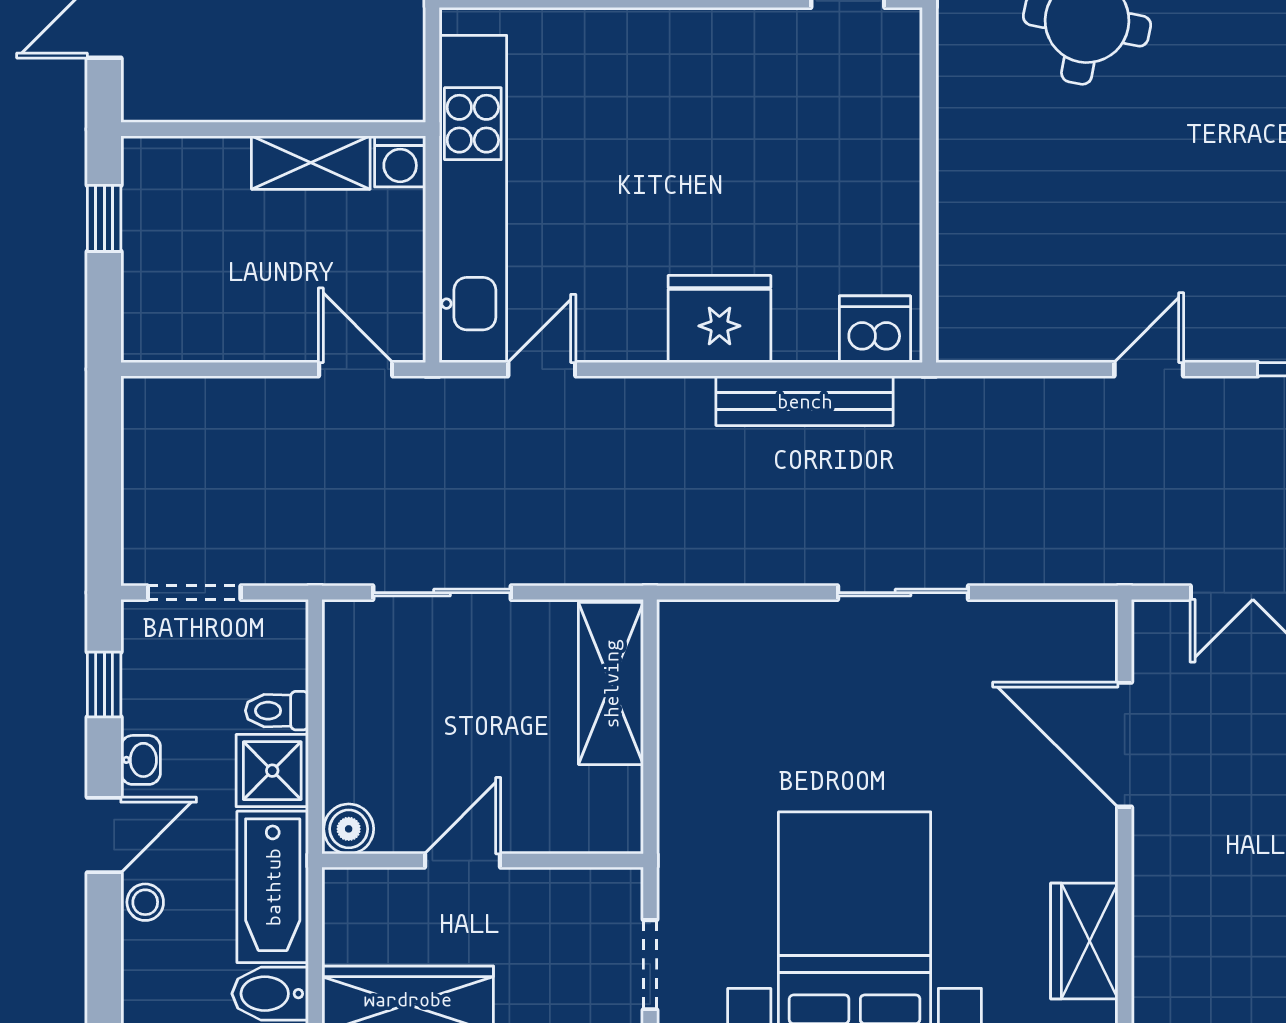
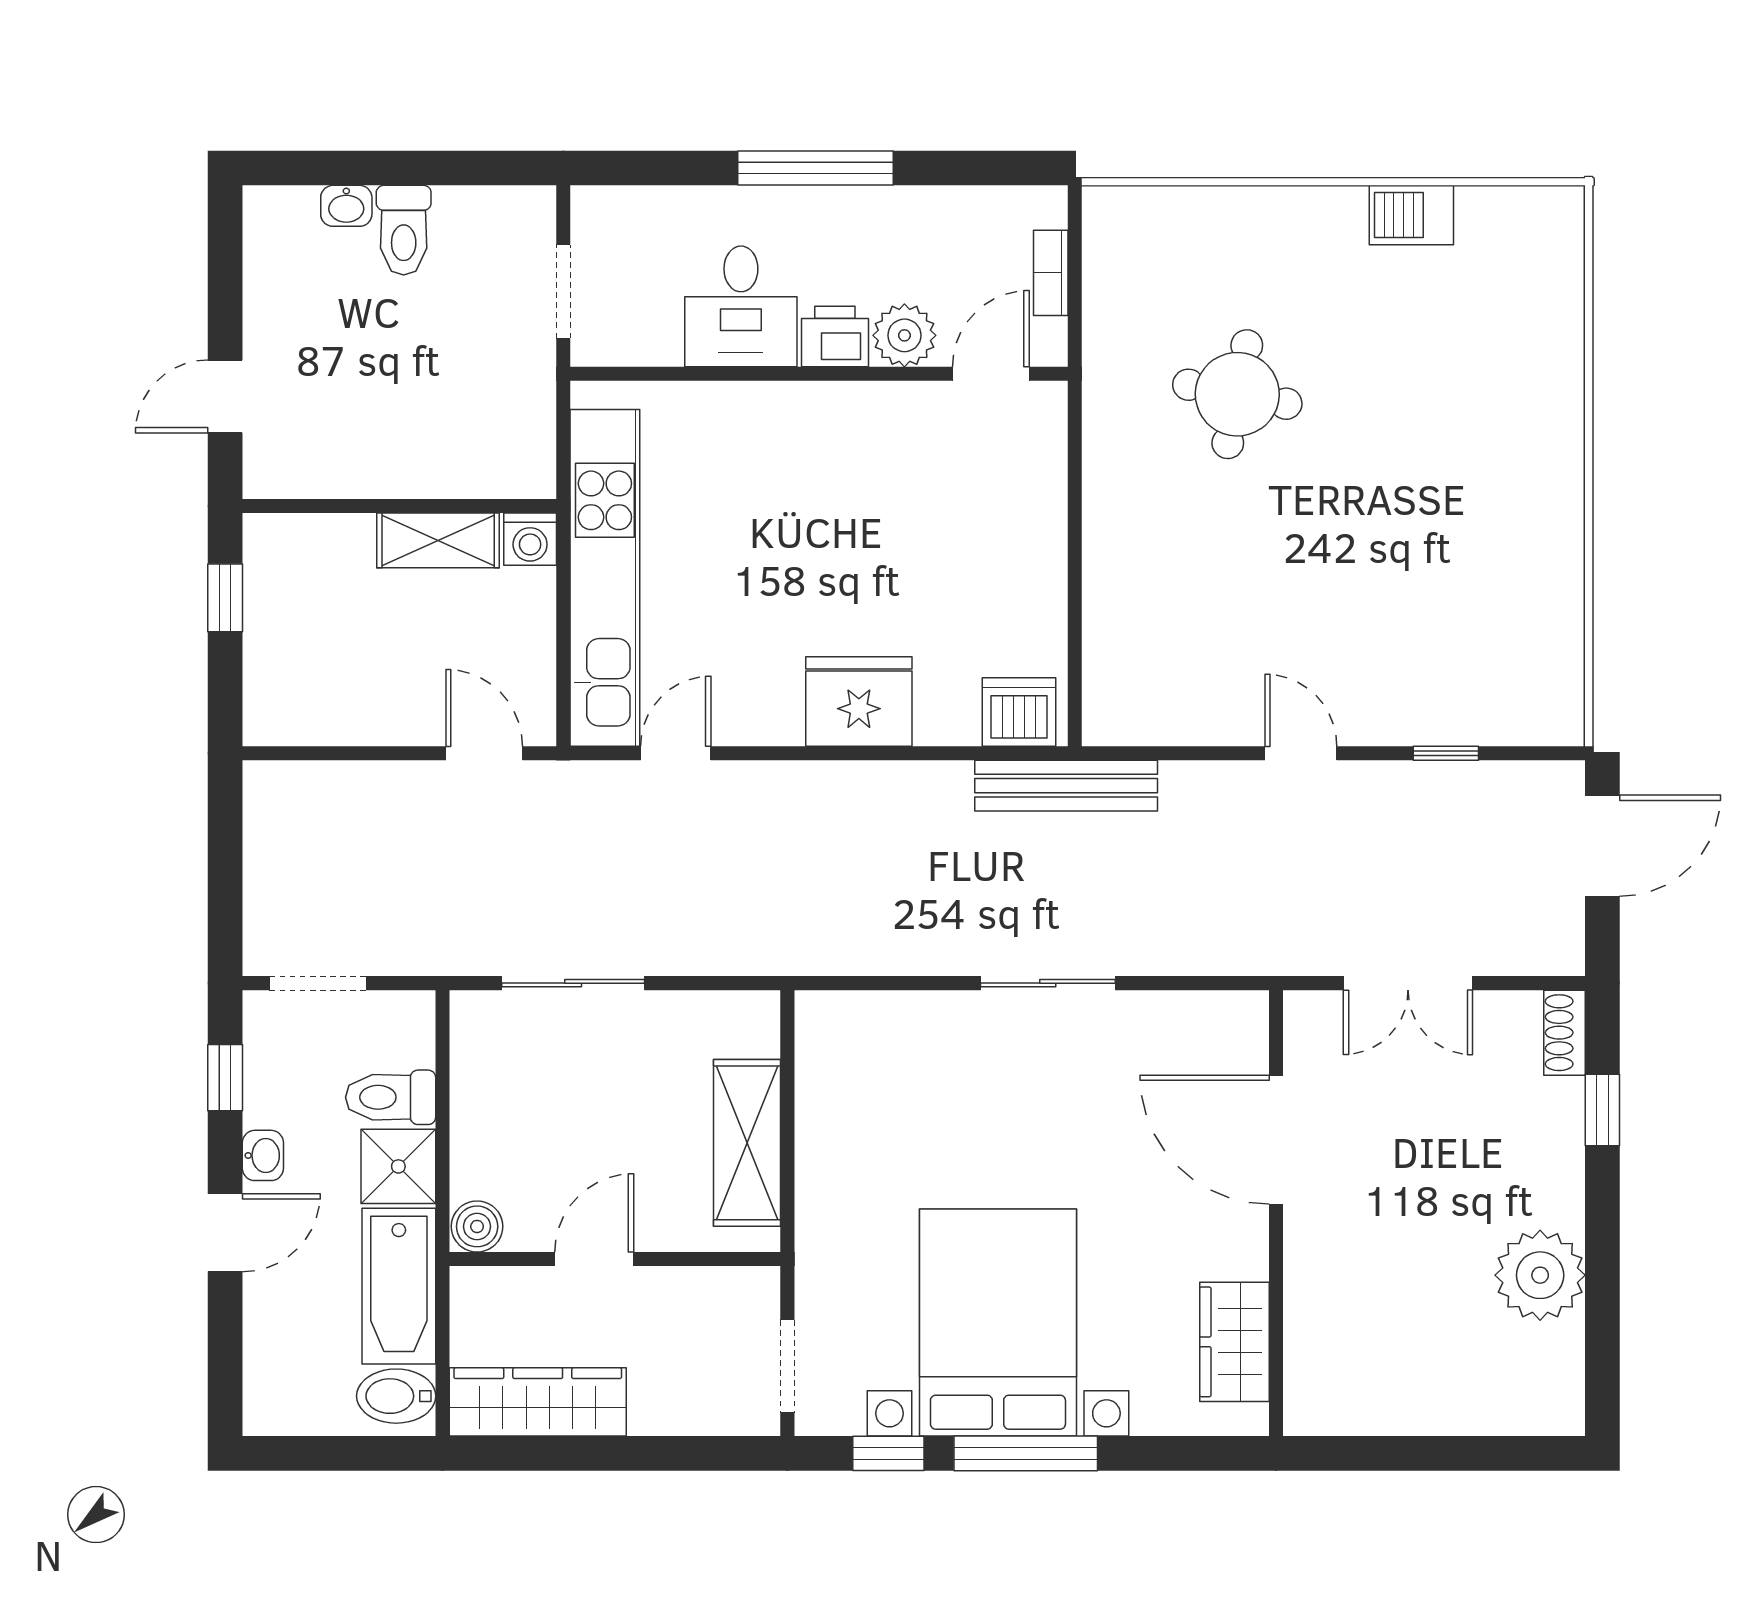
door: (1149, 369) -> (1301, 753), hinge flipped
bench: (805, 401) -> (1066, 786), moved
shelving: (611, 684) -> (747, 1143), moved
toilet: (277, 711) -> (391, 1097), width x1.37, depth x1.39
stool: (145, 902) -> (268, 1302), removed

